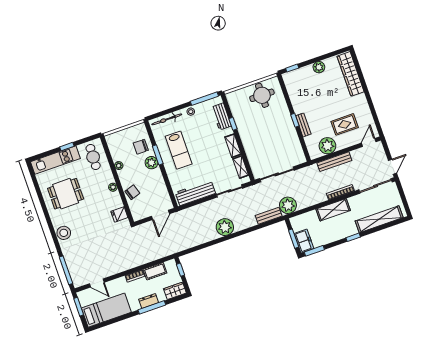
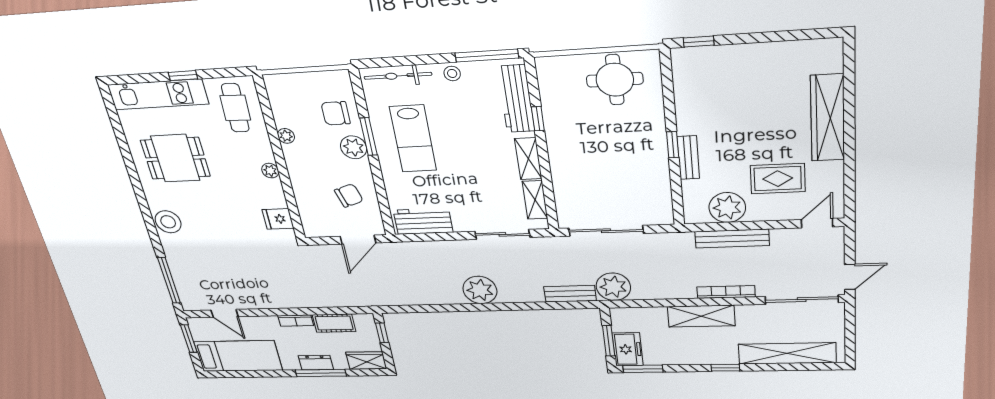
plant: (319, 67) -> (760, 54), removed
wardrobe: (351, 74) -> (828, 118), moved
workbench: (221, 116) -> (516, 99), width x1.38
chair: (132, 192) -> (349, 195), moved
workbench: (195, 193) -> (423, 221), width x0.73

